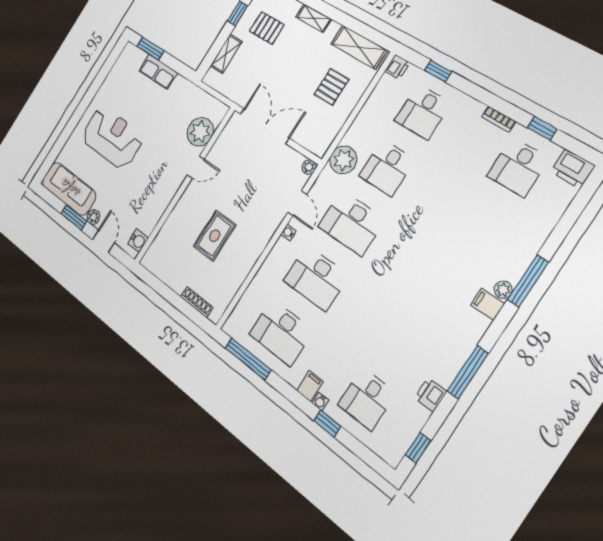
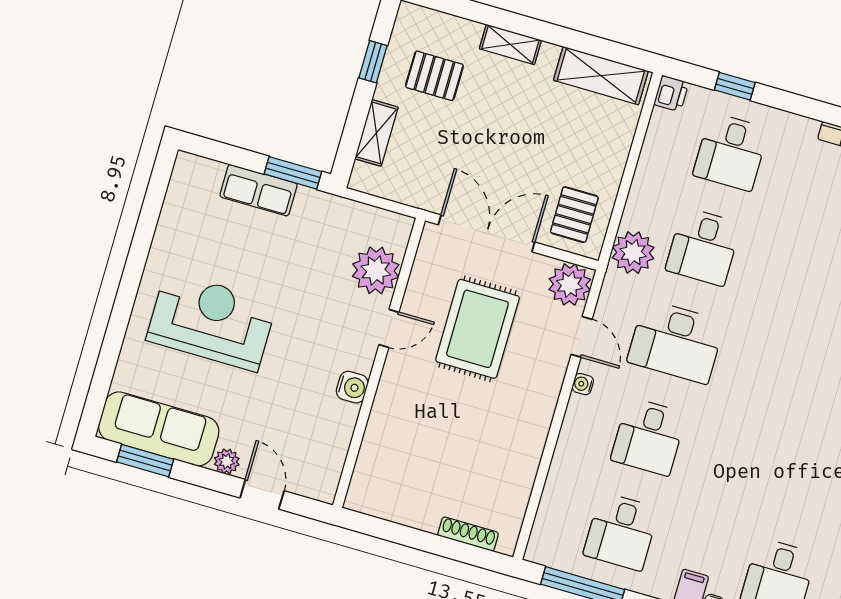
window: (150, 49) -> (293, 173), moved
pallet: (331, 87) -> (574, 215), moved
plant: (309, 167) -> (570, 284), width x1.87, depth x1.87
window: (74, 217) -> (145, 461), moved
rug: (215, 236) -> (477, 329), moved, width x1.36, depth x1.43
water cooler: (138, 241) -> (352, 387), moved
desk: (316, 278) -> (649, 437), width x0.73
desk: (281, 332) -> (621, 531), width x0.73

